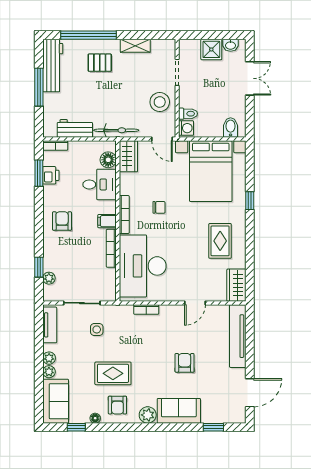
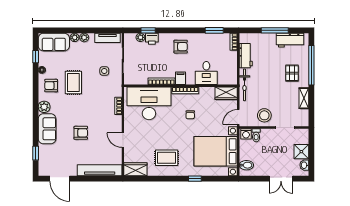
workbench: (53, 66) -> (290, 40), width x0.73
floor lamp: (108, 160) -> (224, 79), removed
printer: (51, 175) -> (152, 39), moved

